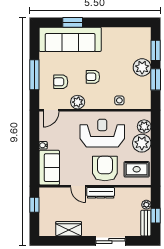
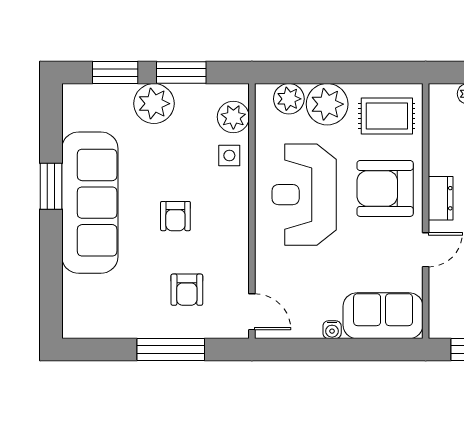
window: (73, 22) -> (51, 186), moved
sofa: (70, 39) -> (90, 203), moved
plant: (78, 102) -> (233, 117), moved
rug: (137, 169) -> (387, 116), turned 90
dresser: (101, 193) -> (441, 198), width x0.70

